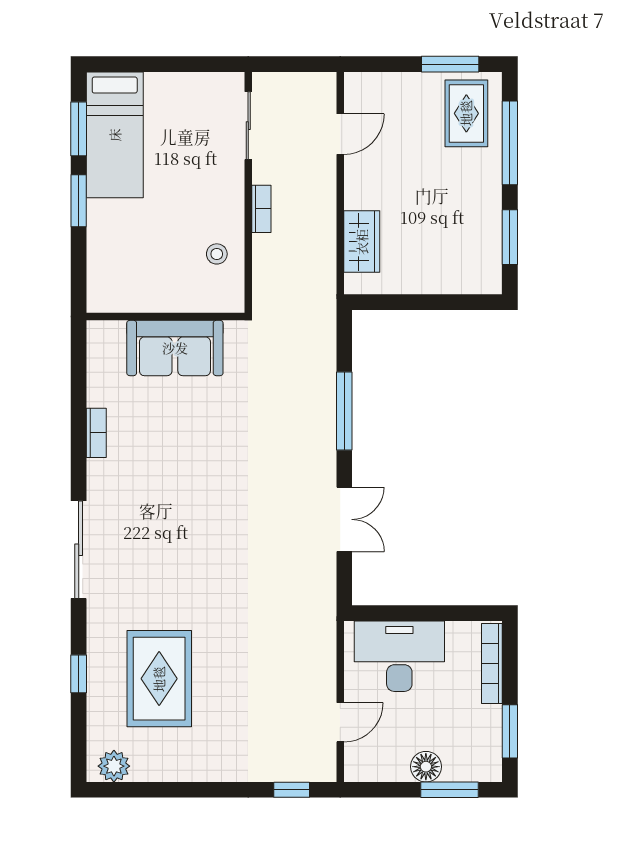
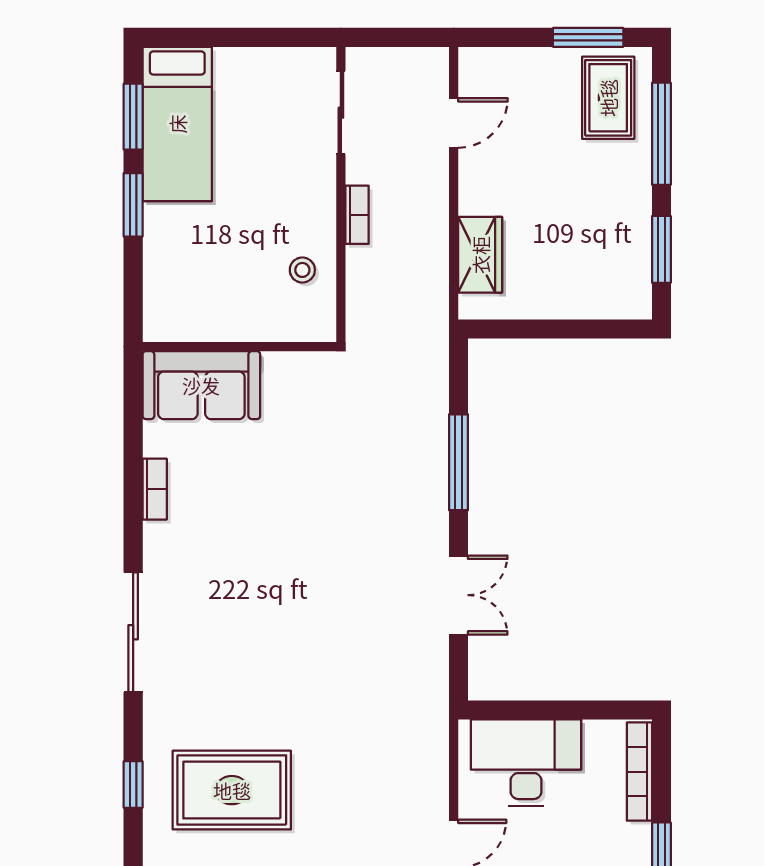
sofa: (175, 348) -> (201, 385), moved
rug: (159, 679) -> (232, 790), turned 90

